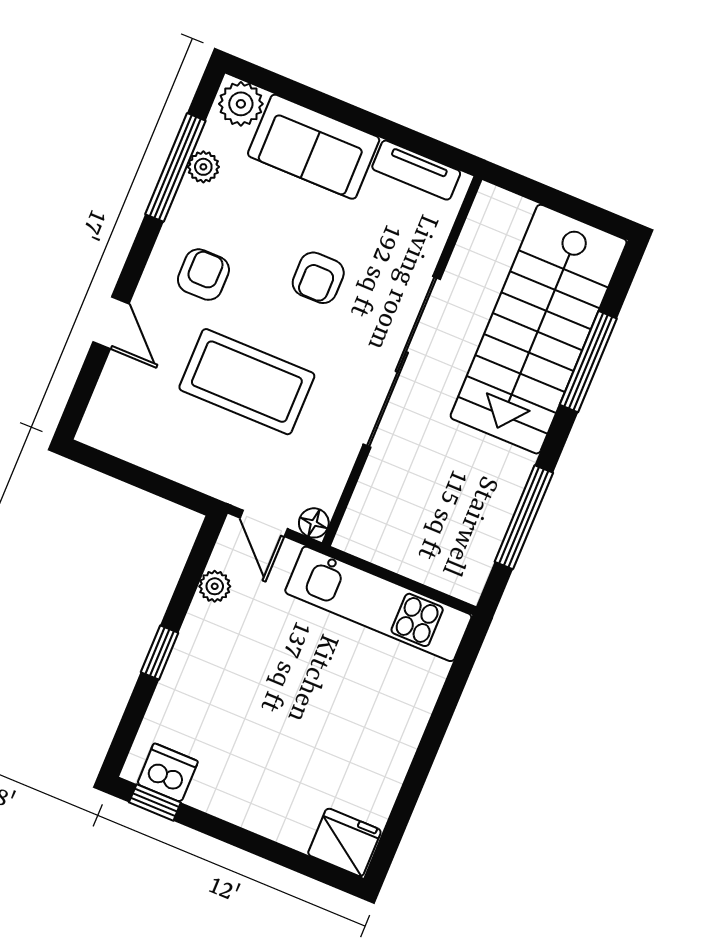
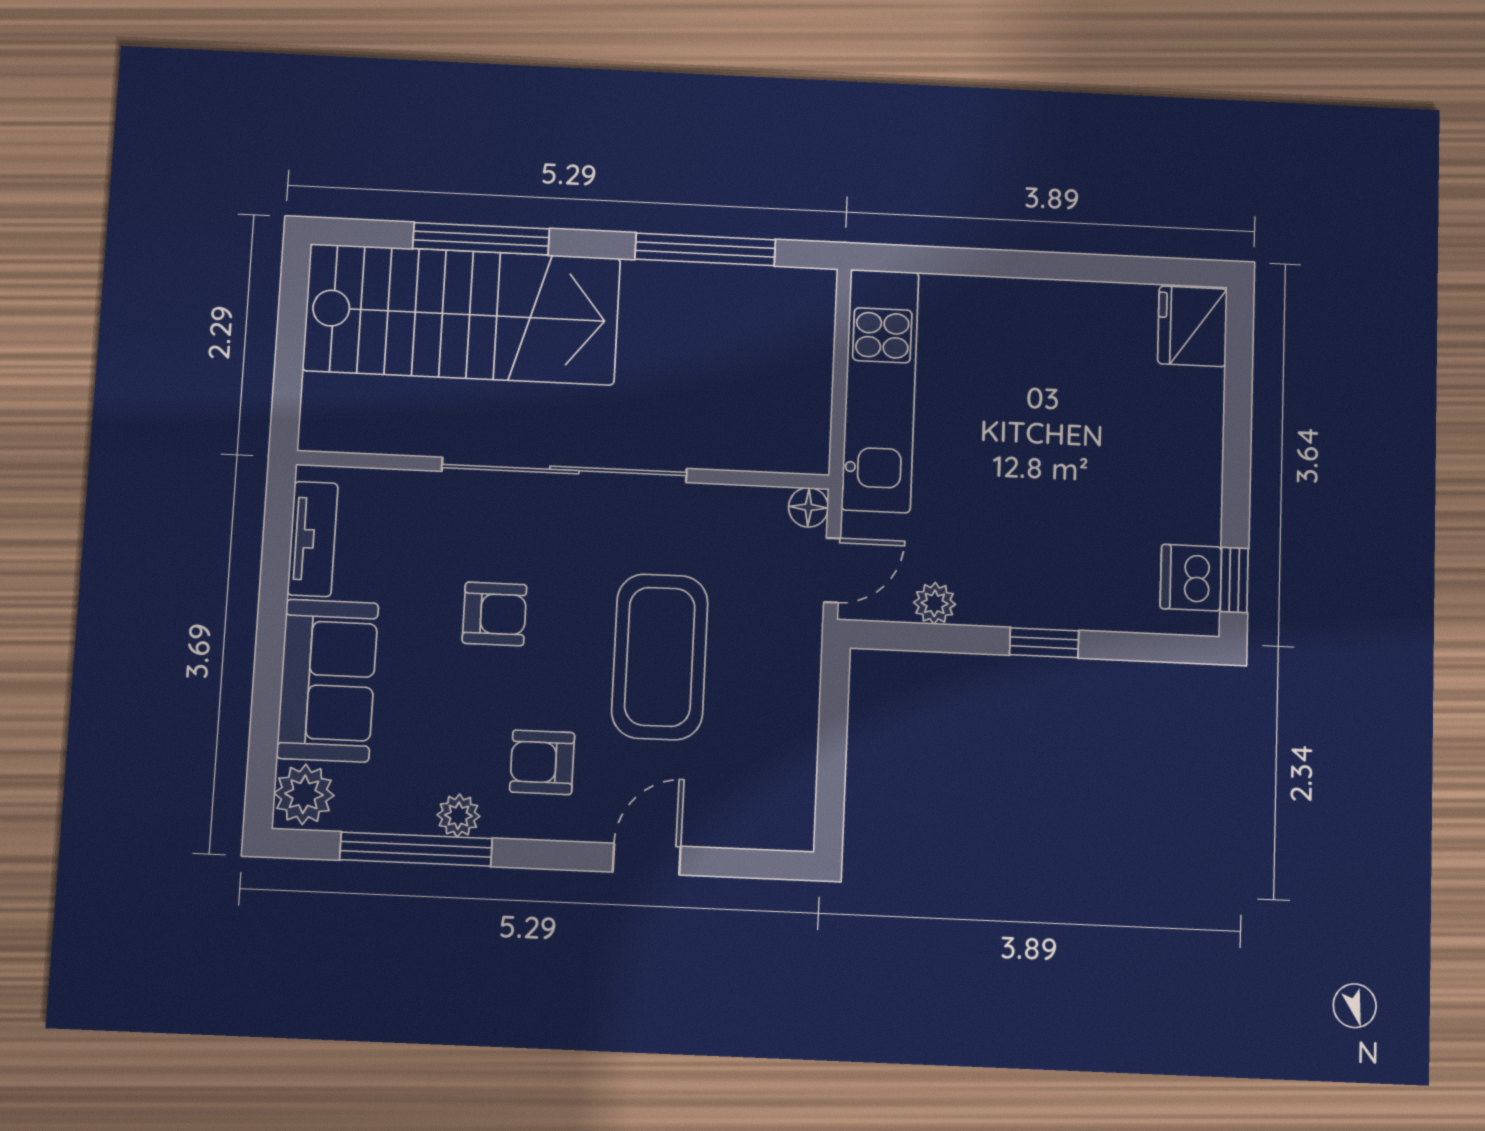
plant: (203, 167) -> (458, 816), moved

